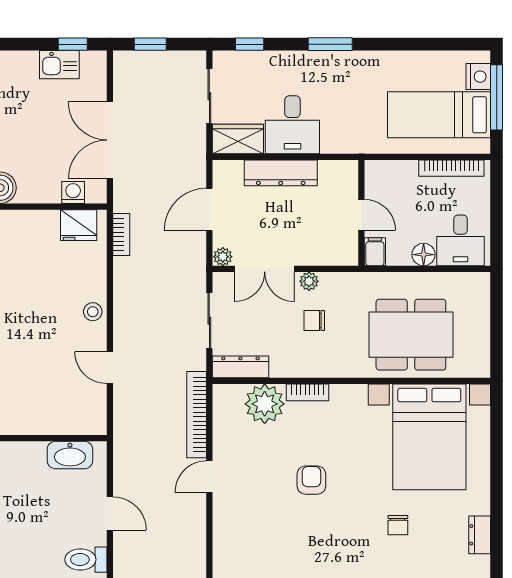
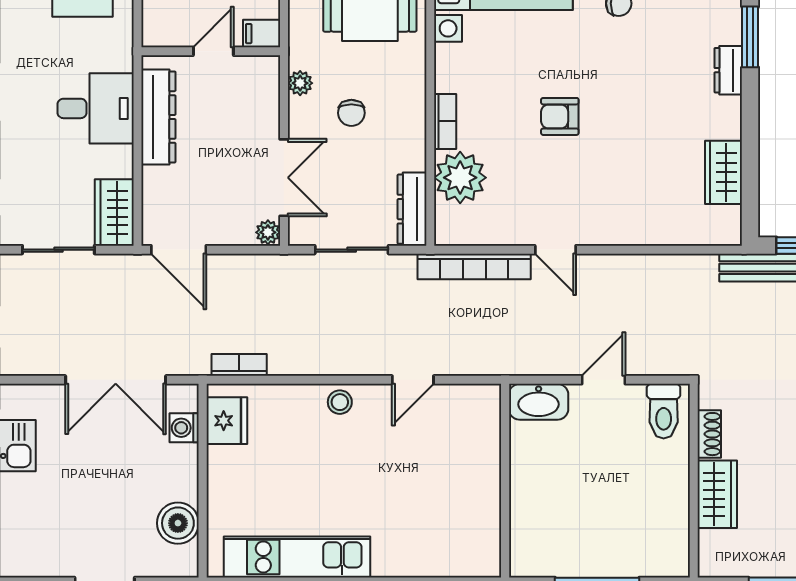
desk: (292, 125) -> (96, 108), moved
dresser: (281, 173) -> (158, 117), moved
door: (209, 209) -> (179, 250), moved
plant: (309, 281) -> (300, 83), moved
washbasin: (70, 455) -> (539, 402), moved, turned 90

